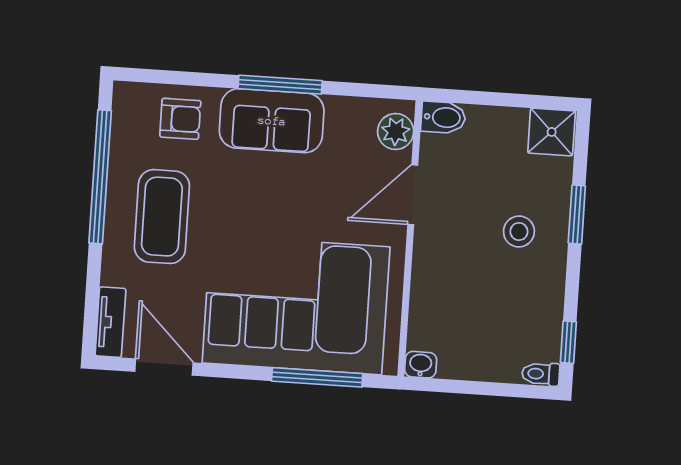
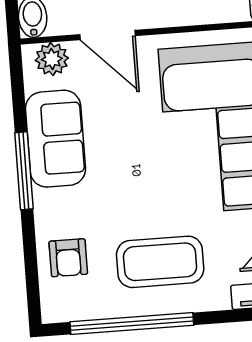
armchair: (180, 119) -> (68, 258), turned 180
sofa: (272, 121) -> (55, 139), moved

